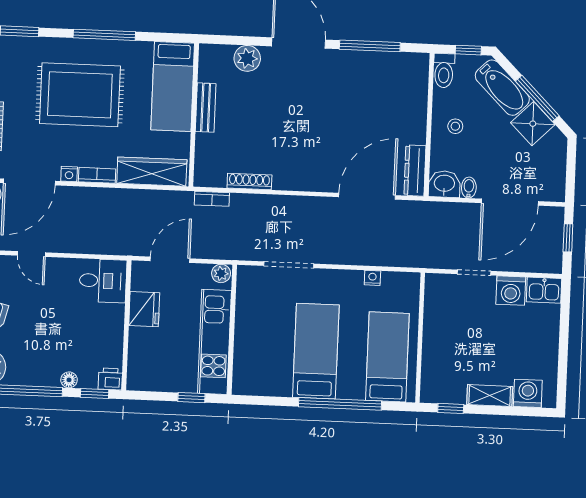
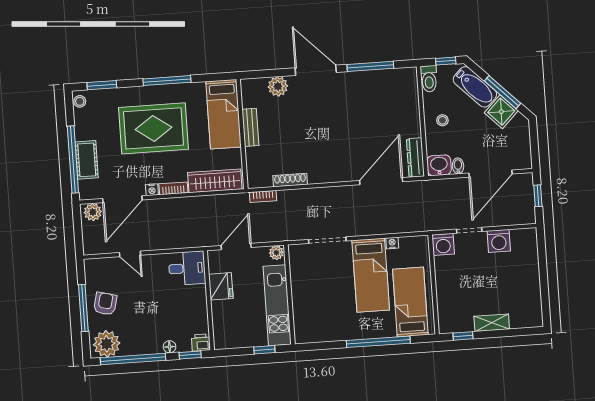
kitchen sink: (544, 290) -> (524, 238), removed
bed: (316, 351) -> (371, 275), moved, turned 180
washing machine: (528, 393) -> (443, 244), moved, turned 180

